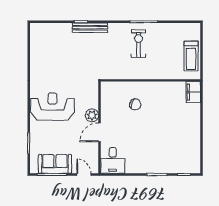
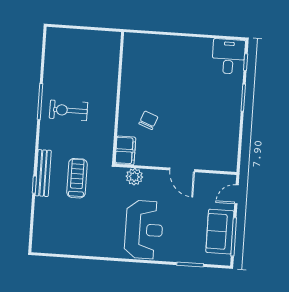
treadmill: (191, 56) -> (77, 178), moved, turned -90
filing cabinet: (193, 92) -> (125, 150), moved, turned -90
reception desk: (52, 107) -> (144, 230), turned 180
plant: (92, 115) -> (134, 177), moved
desk: (113, 160) -> (229, 56), moved, turned -90

